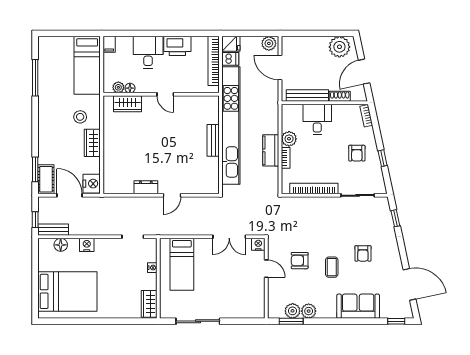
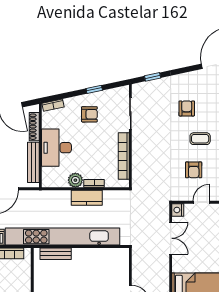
shoe rack: (340, 96) -> (34, 127), width x1.43
desk: (317, 119) -> (56, 148), width x1.37
bench: (213, 140) -> (56, 254), moved
armchair: (363, 253) -> (187, 108), turned -90

